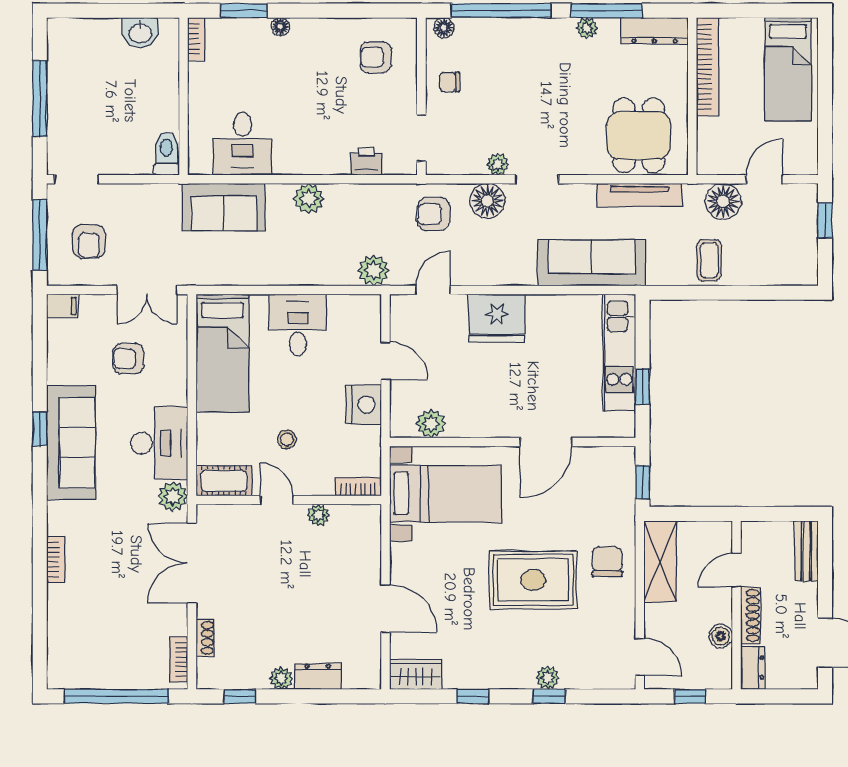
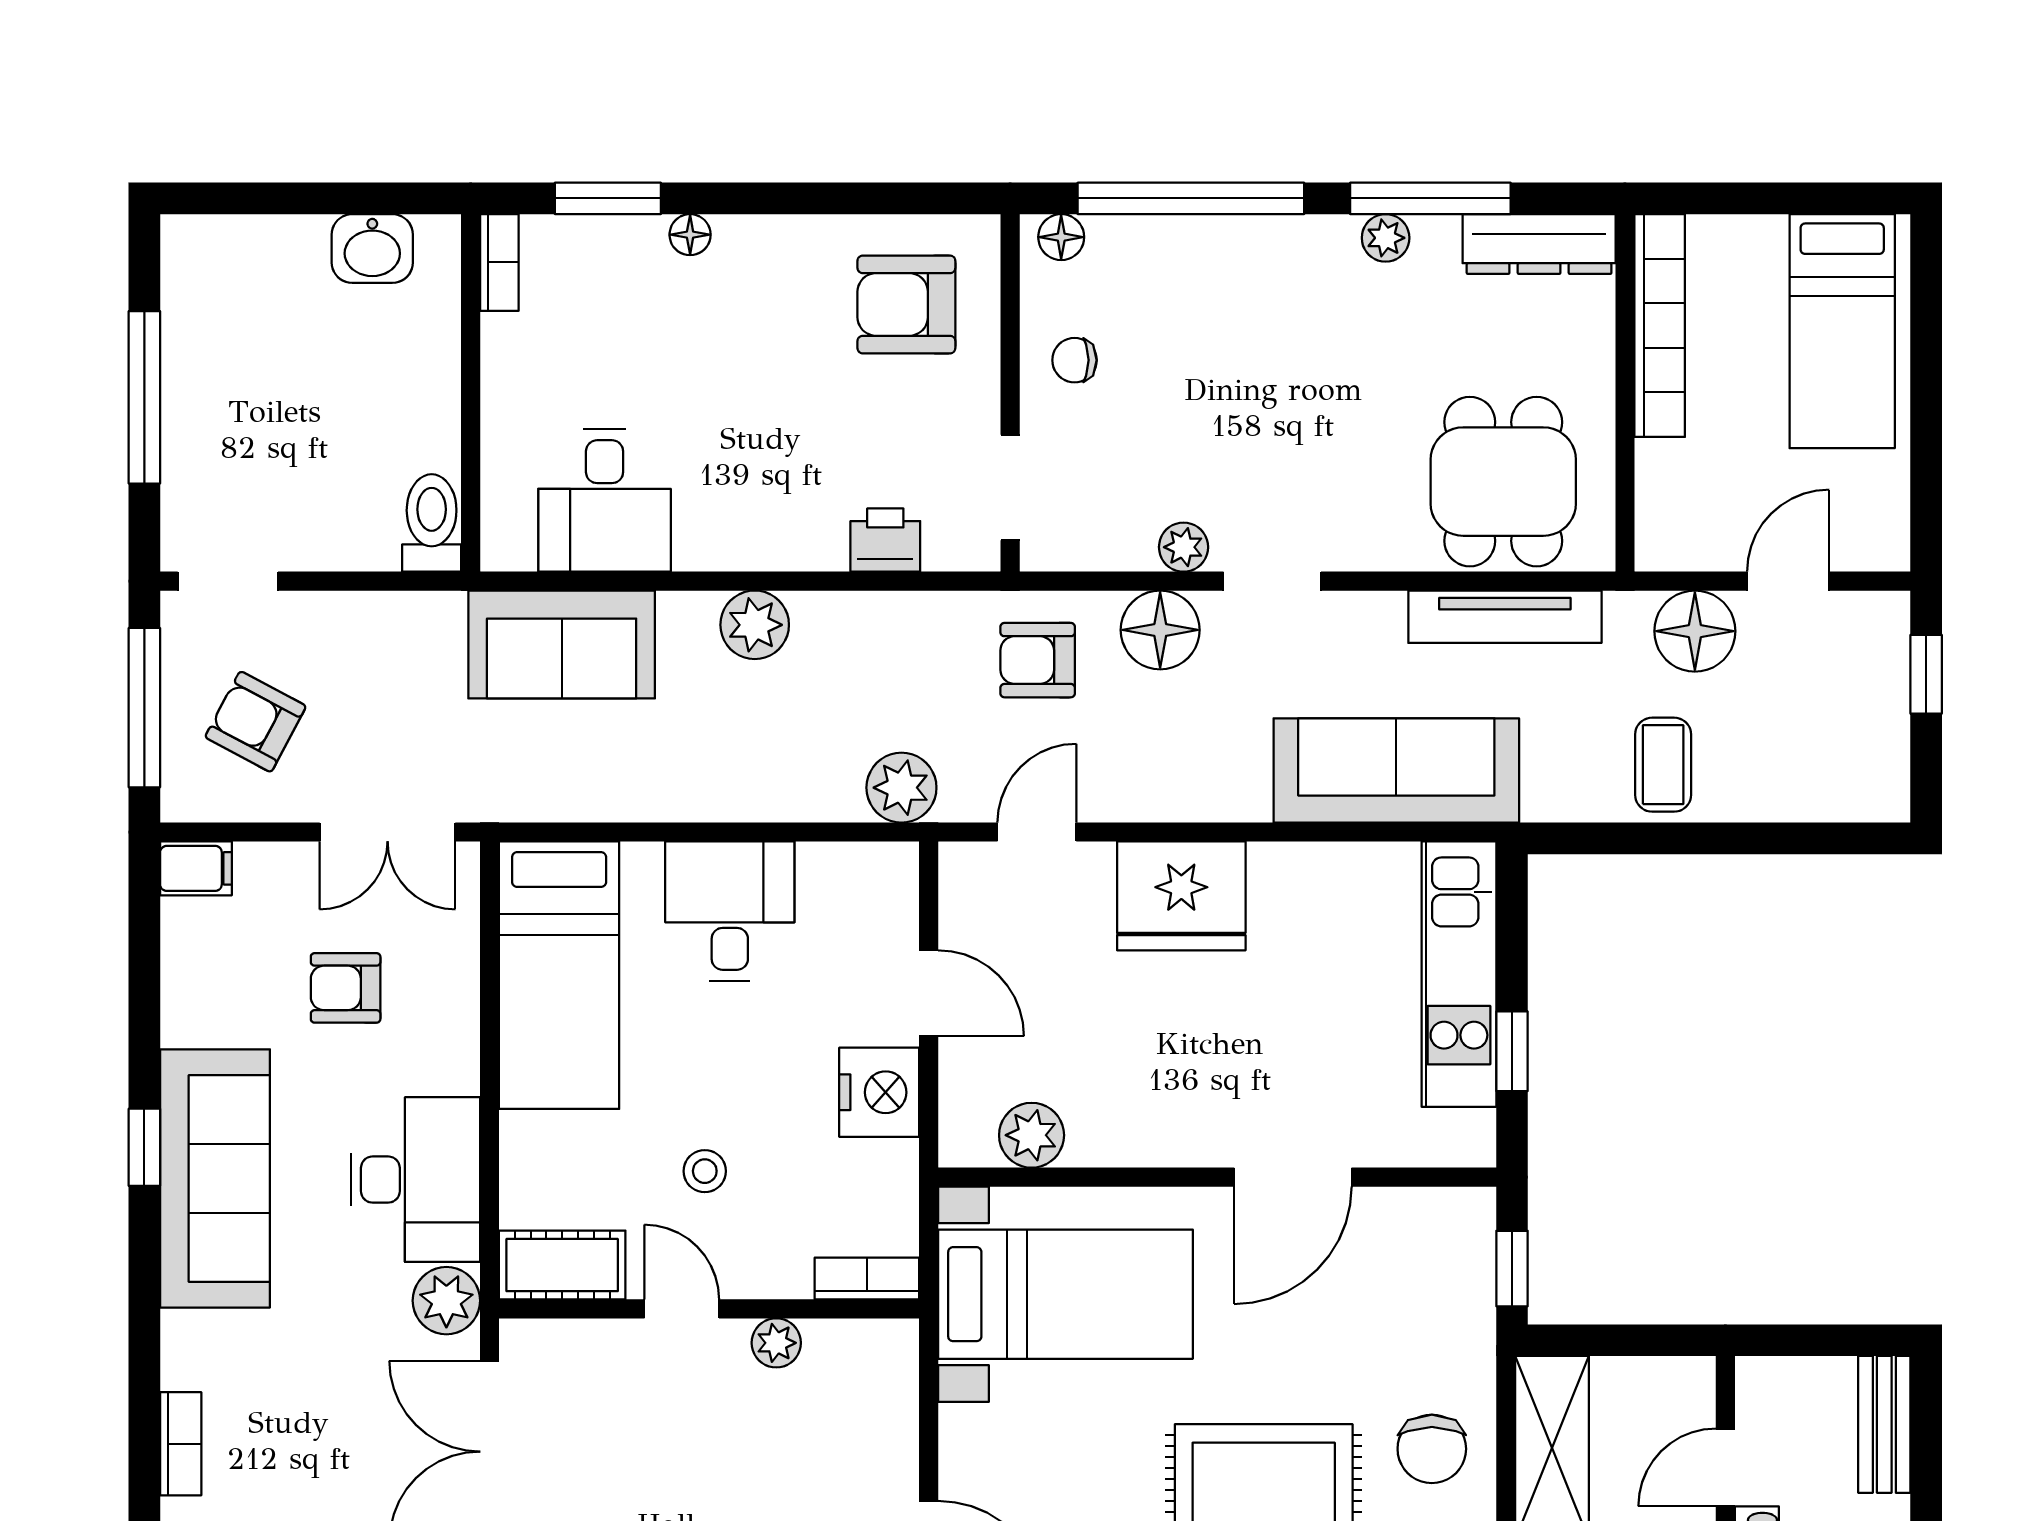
armchair: (376, 57) -> (906, 304), width x1.38, depth x1.38
armchair: (89, 241) -> (256, 722), turned 118
chair: (607, 562) -> (1432, 1449), turned 180

